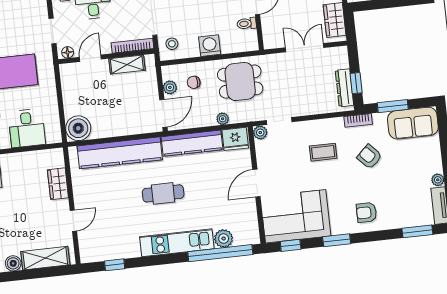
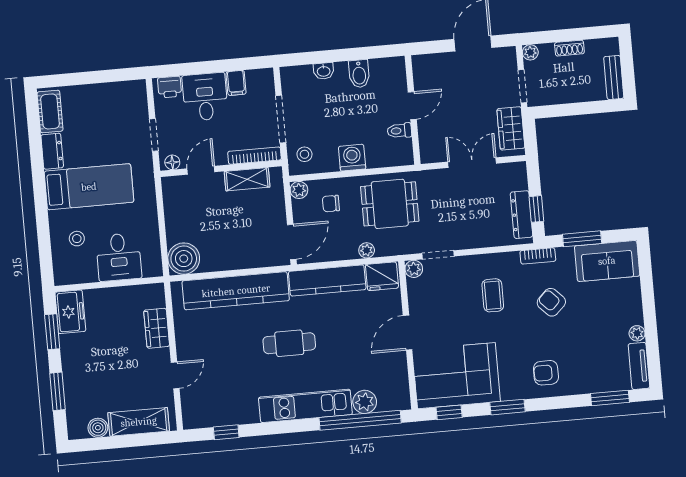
plant: (170, 87) -> (299, 190), moved
coffee table: (323, 152) -> (493, 295), turned 90

